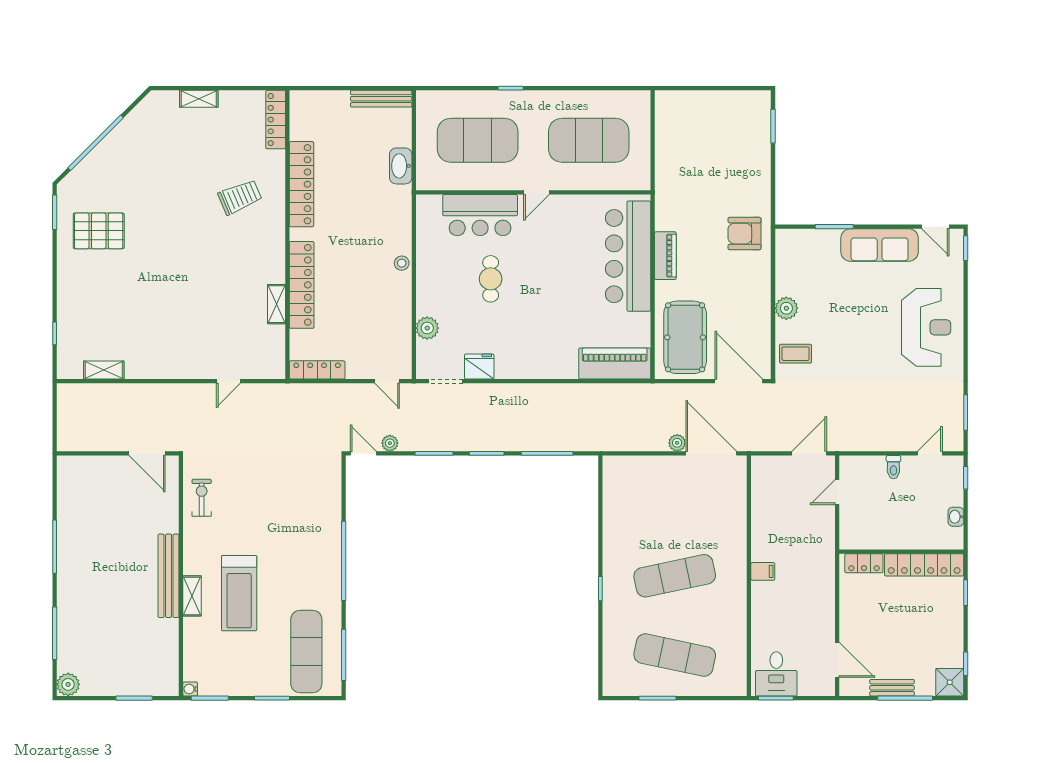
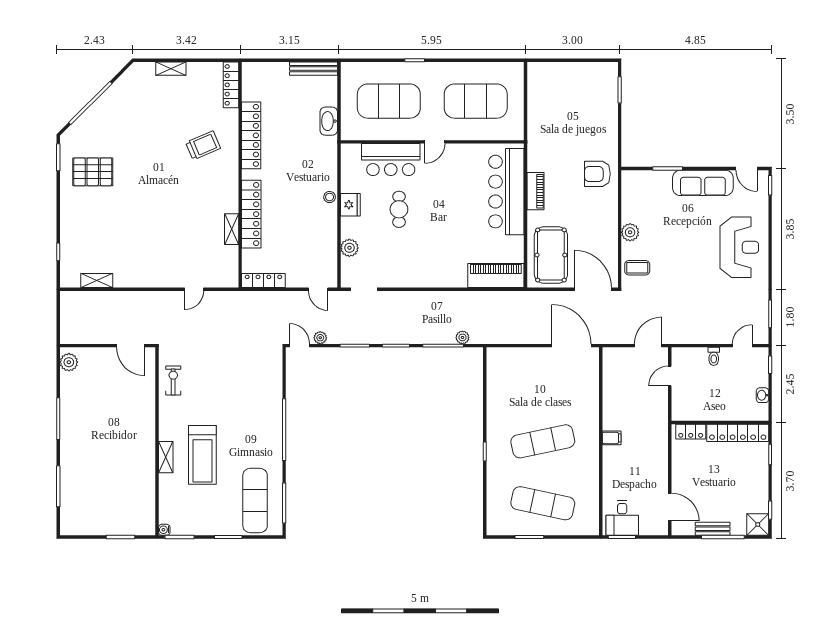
fridge: (479, 367) -> (350, 205), moved, turned 90
plant: (677, 443) -> (462, 337), moved
bench: (169, 576) -> (147, 441), removed
plant: (68, 684) -> (69, 362), moved

